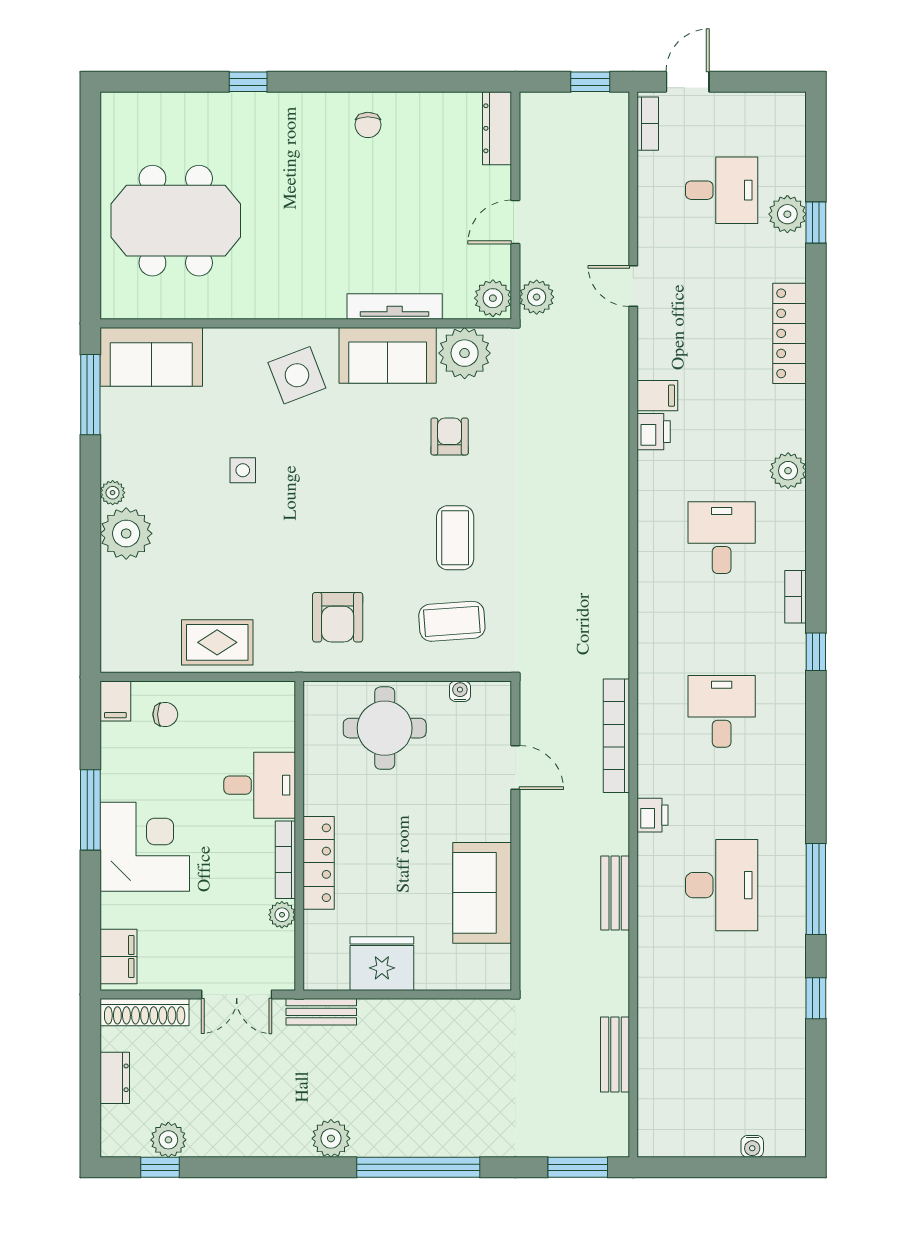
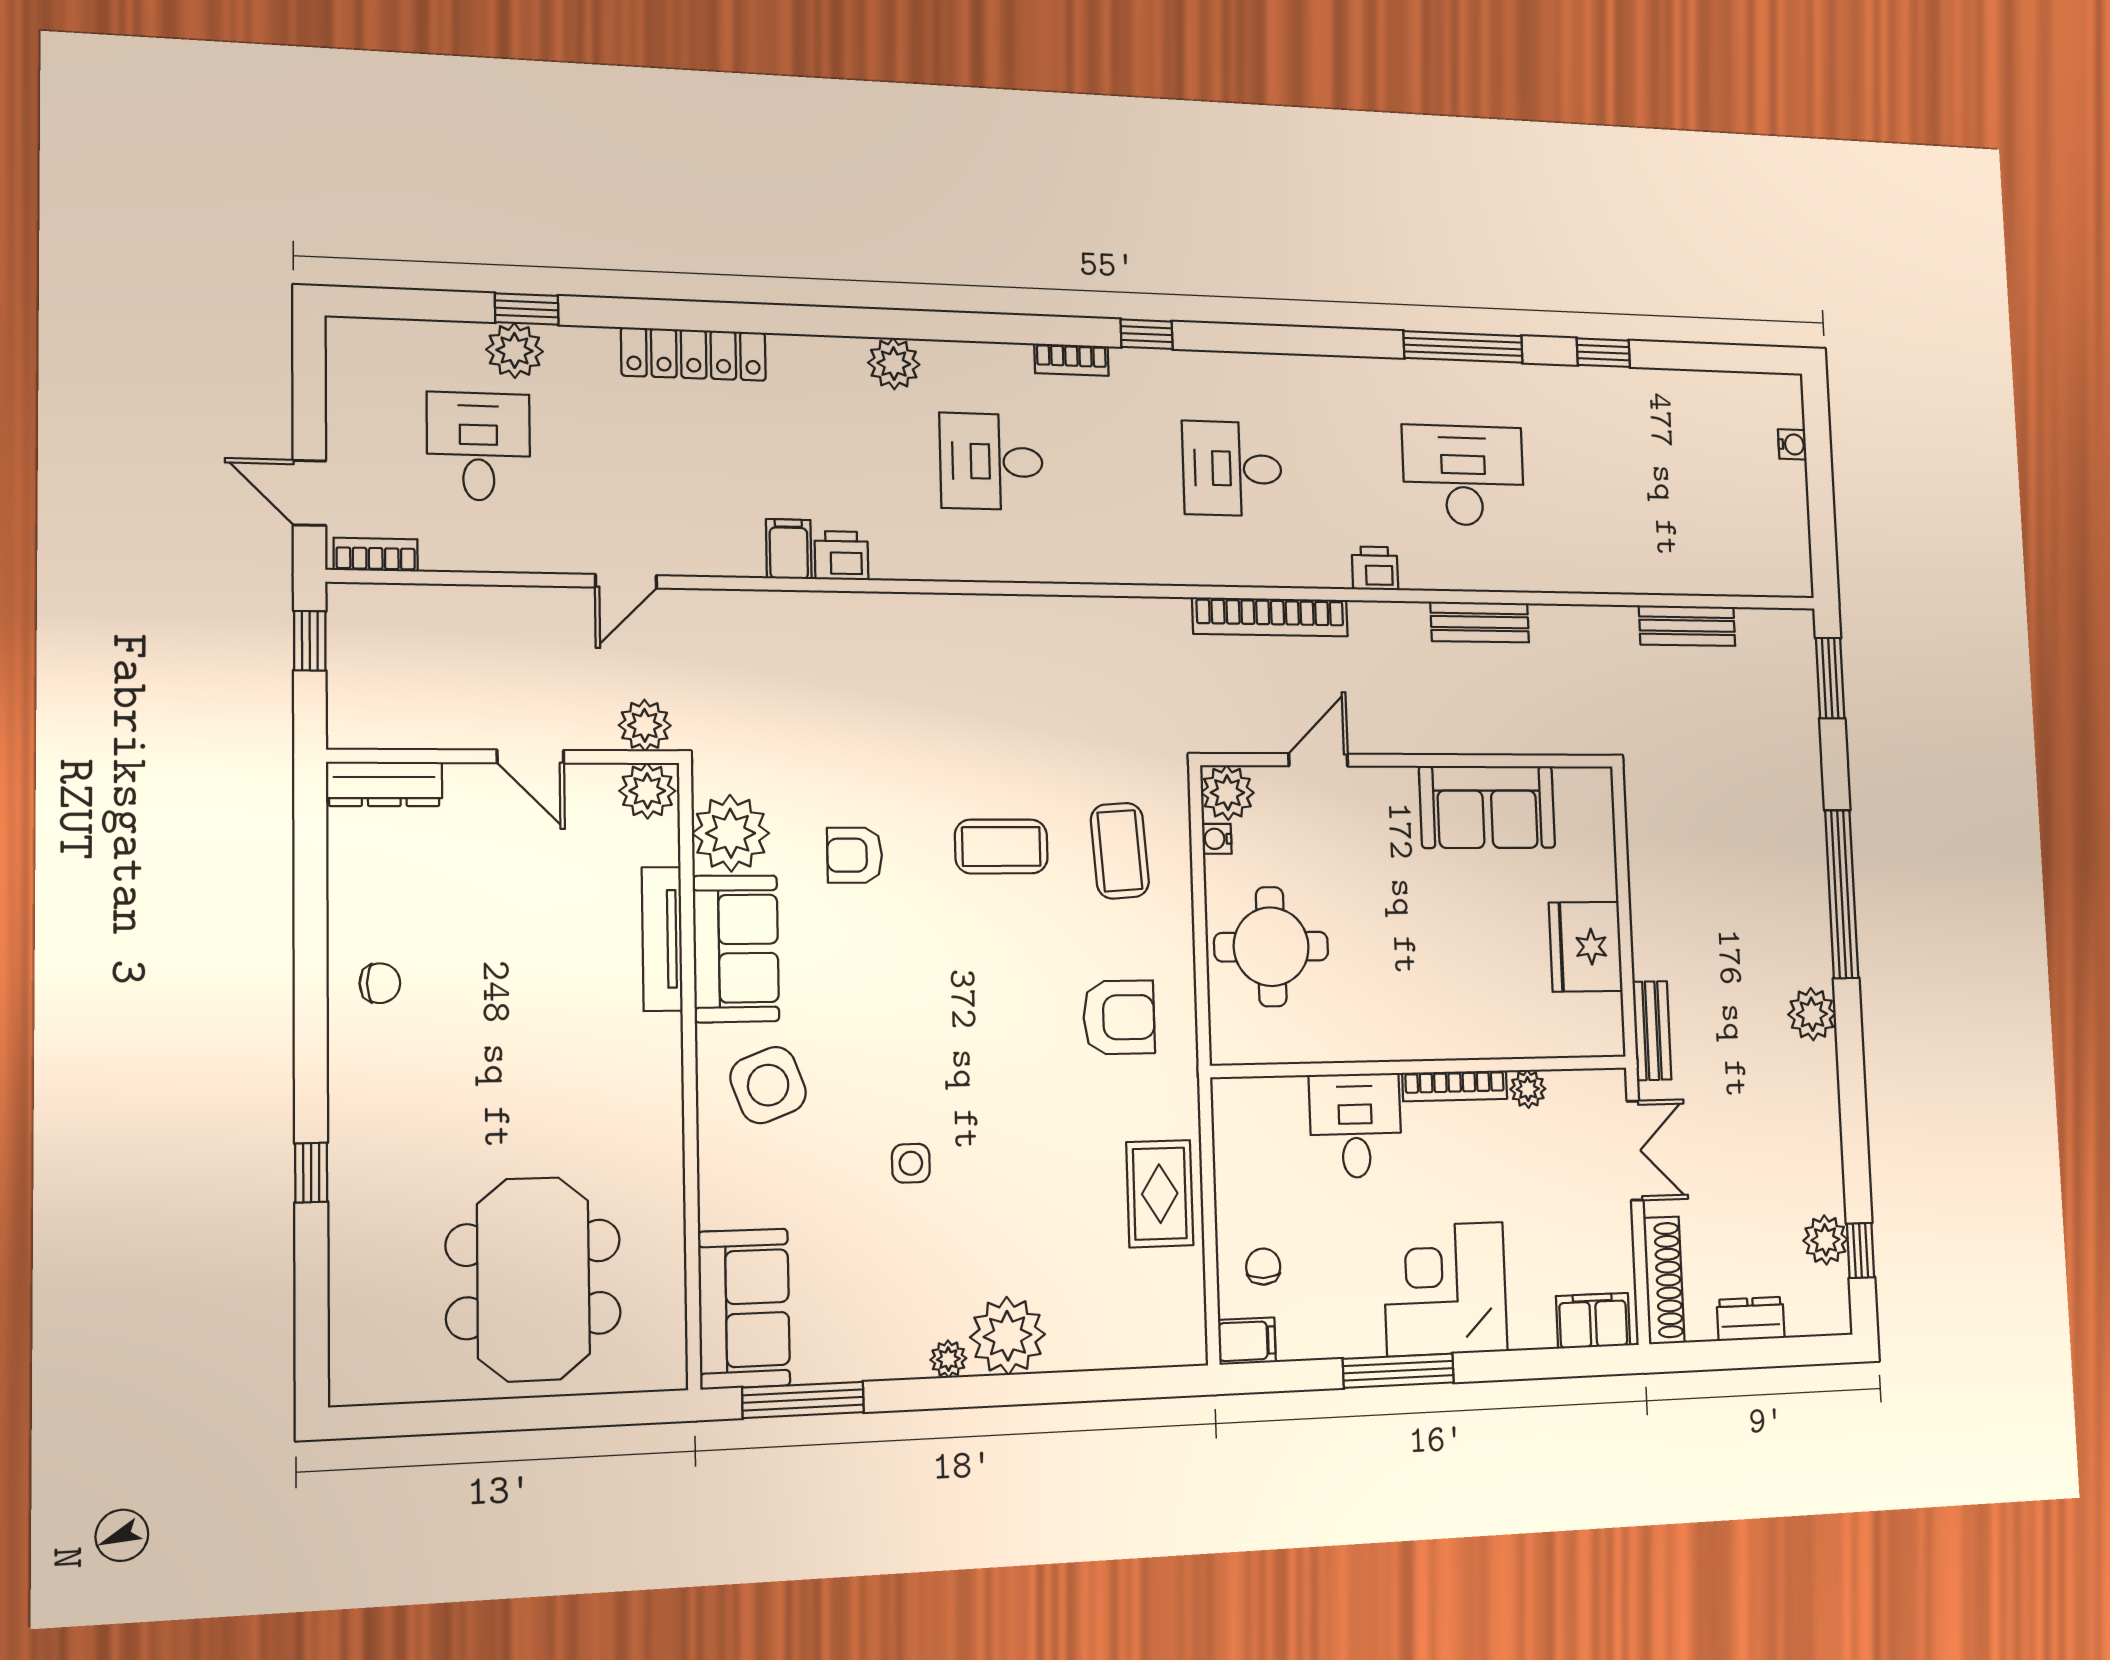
plant: (492, 700) -> (1227, 793), added
locker: (319, 863) -> (1457, 1038), removed

